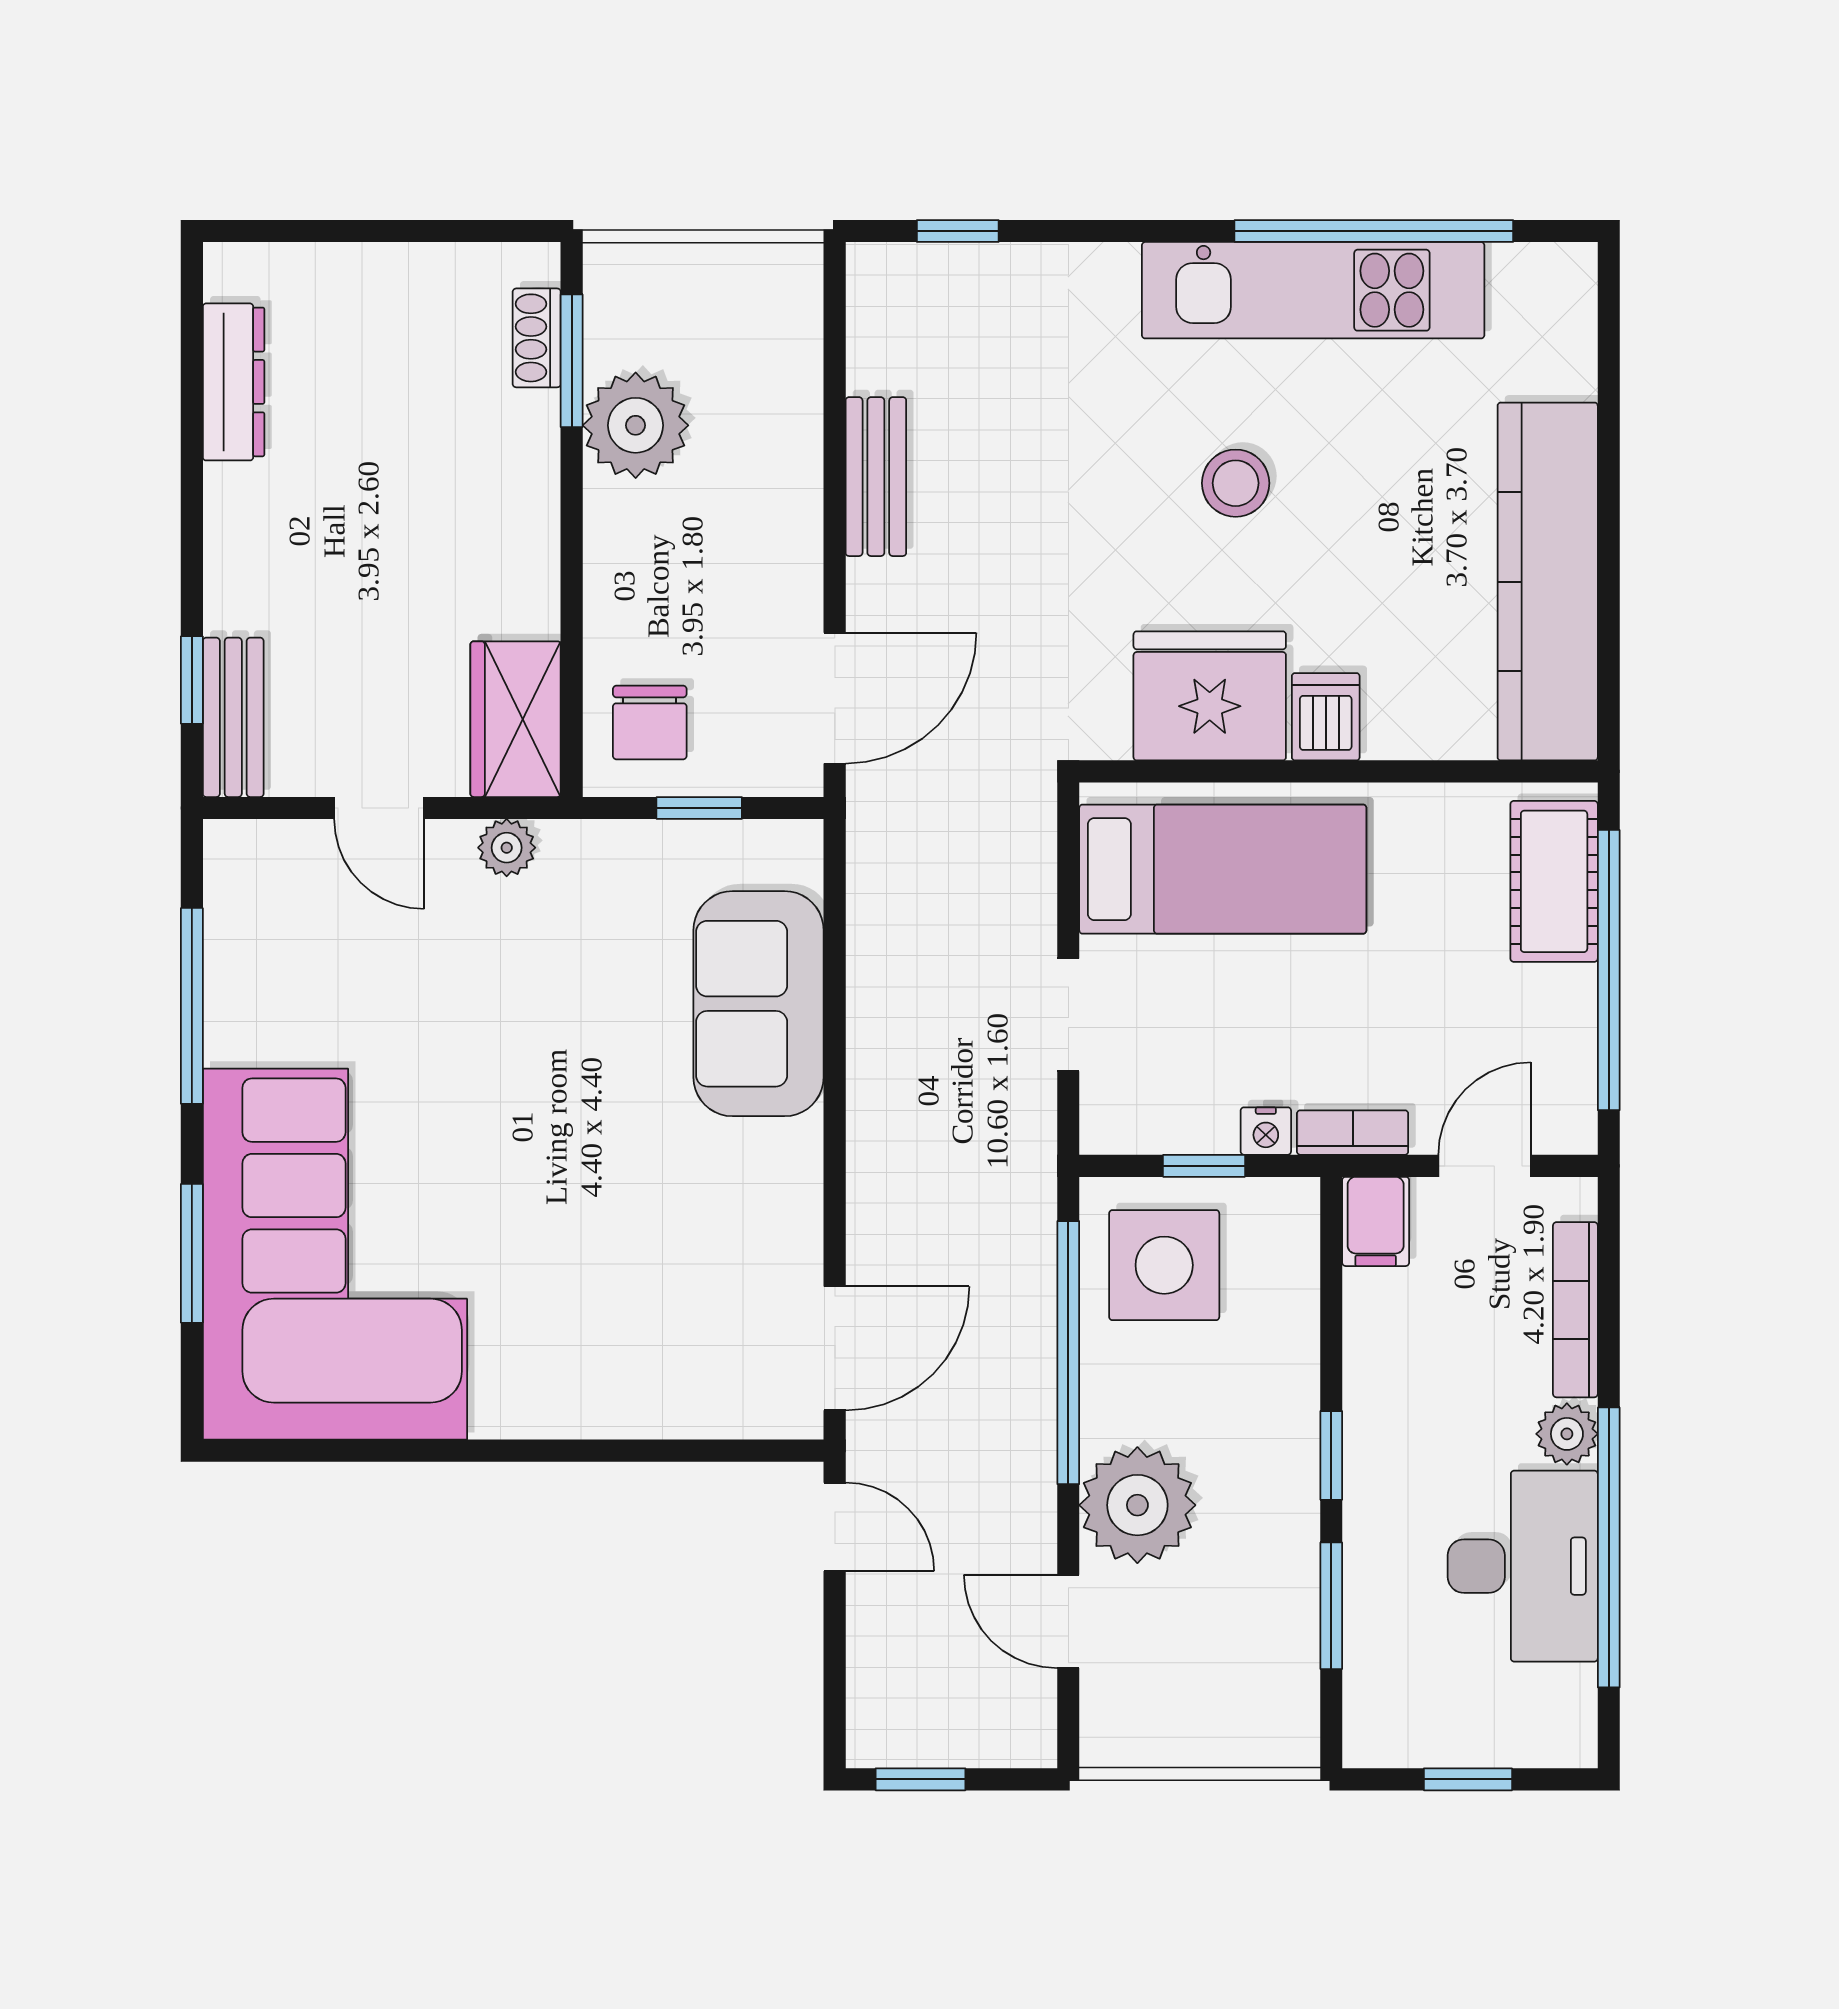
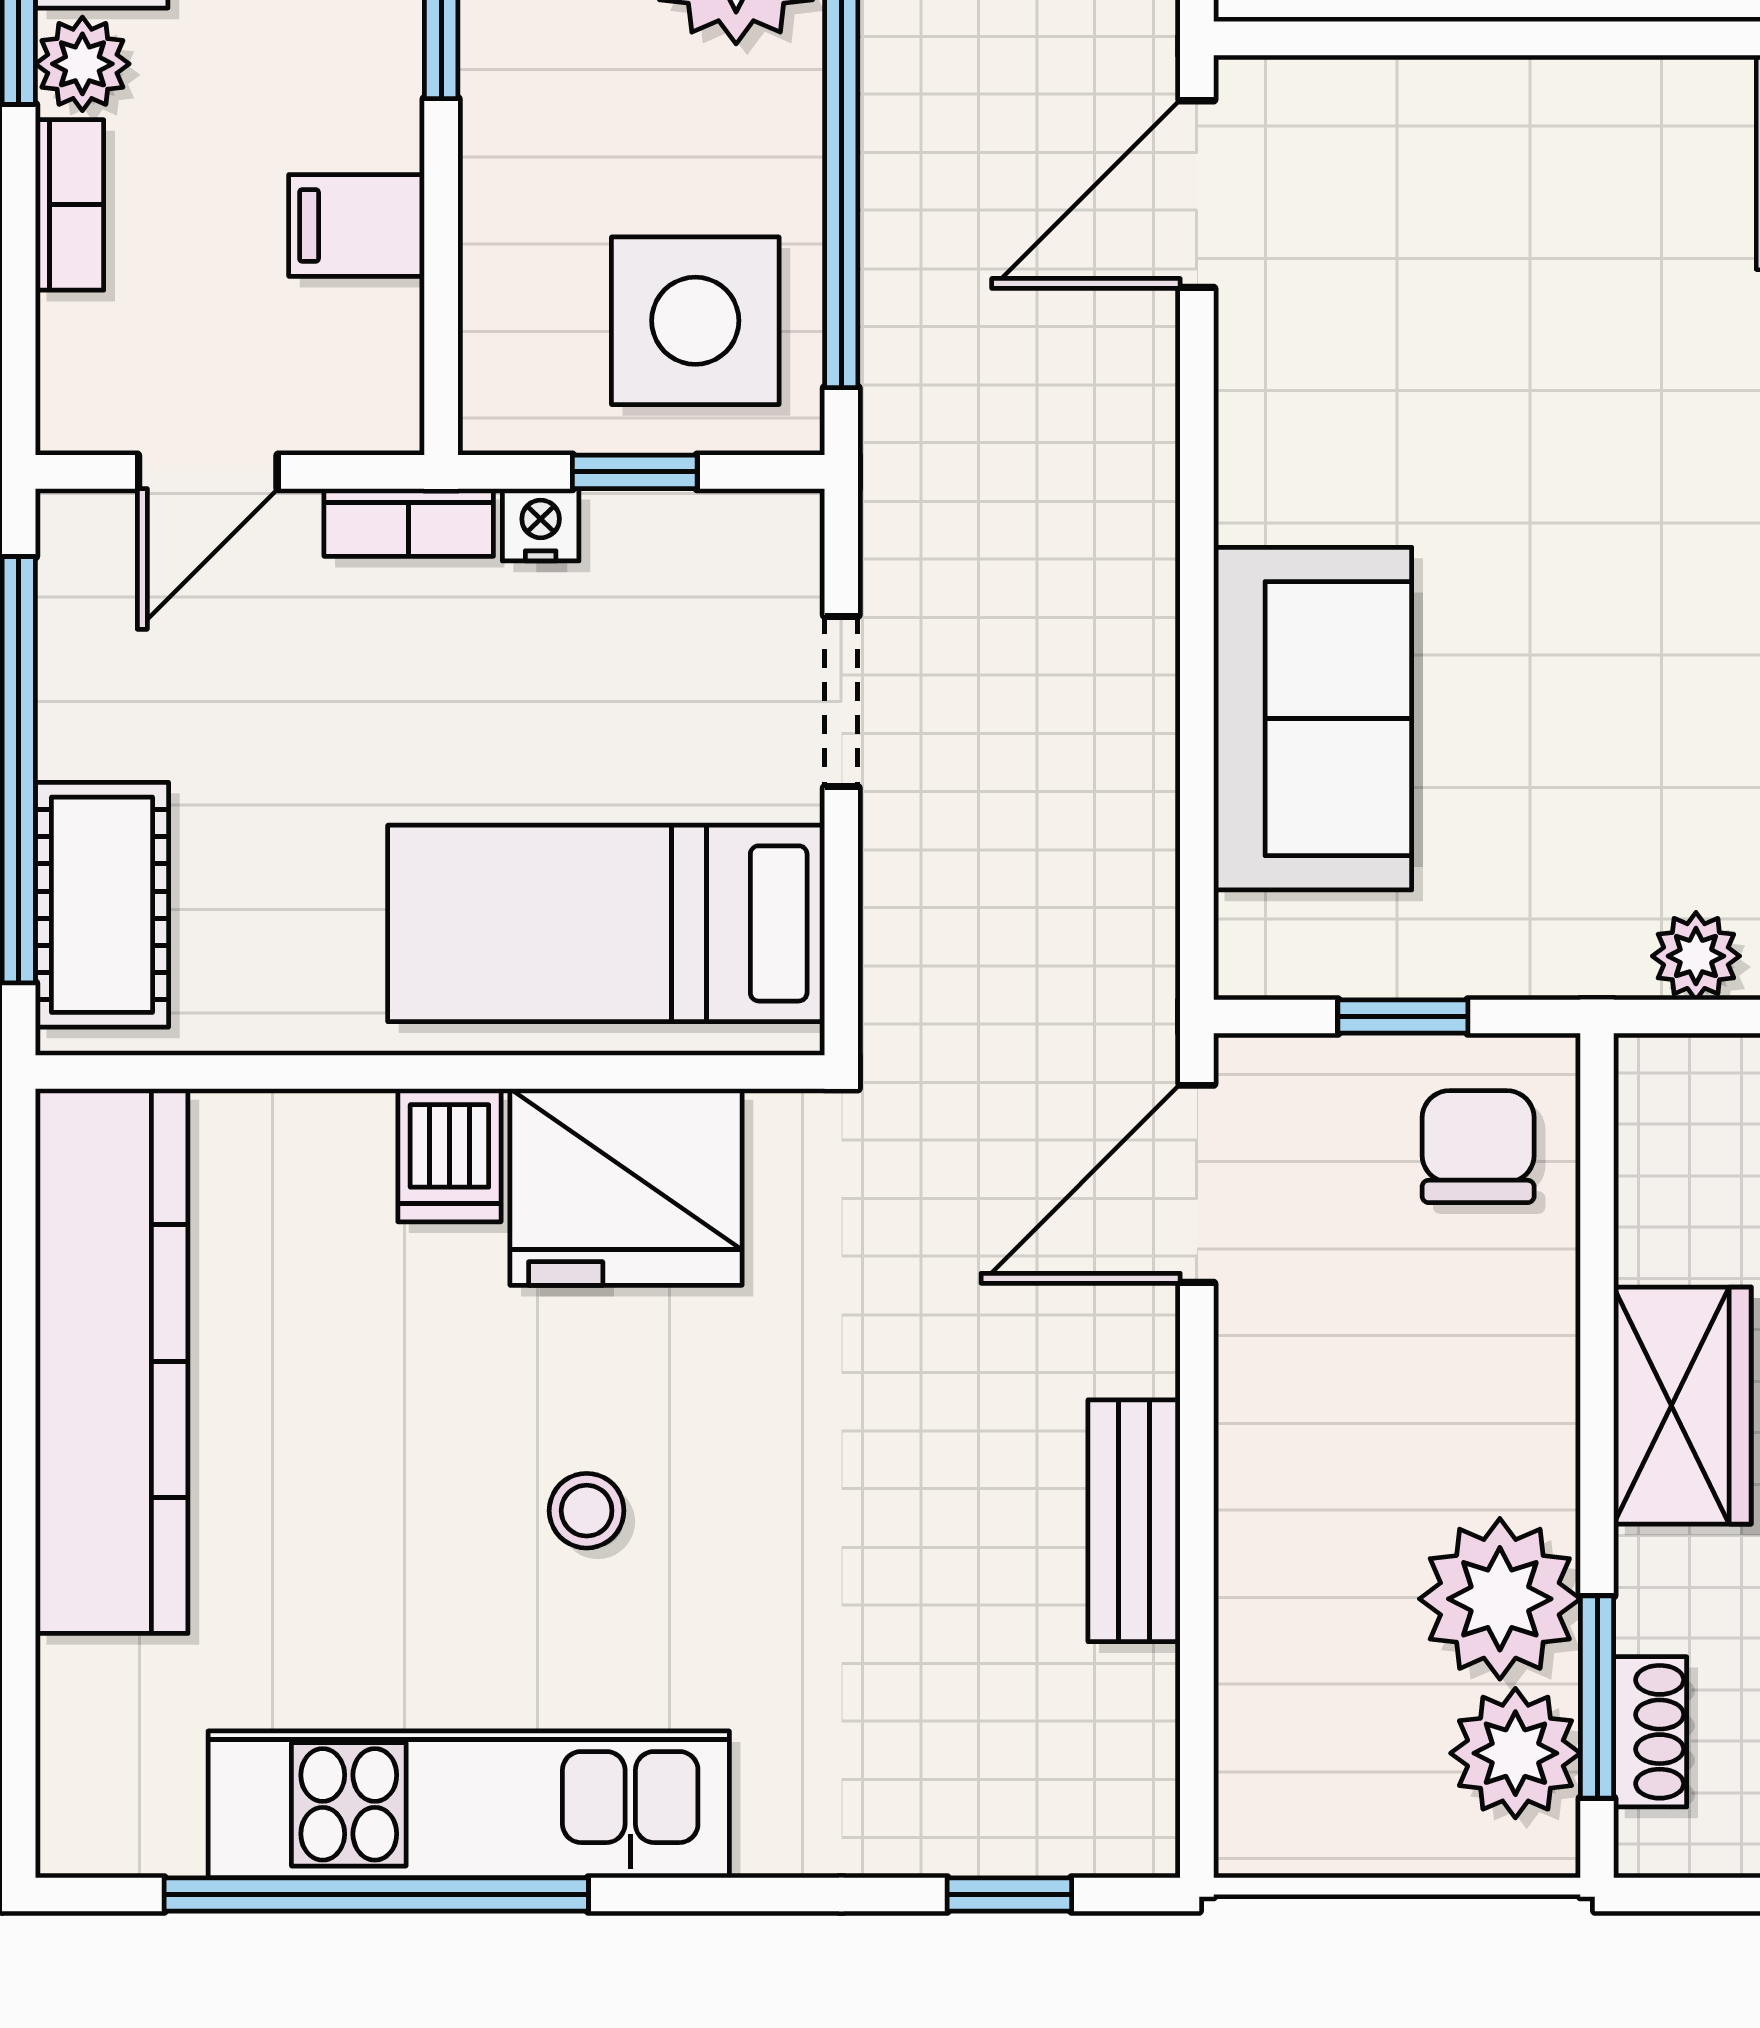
plant: (625, 324) -> (1515, 1753), added
stool: (1236, 483) -> (587, 1511), width x0.73, depth x0.73
wardrobe: (516, 719) -> (1682, 1406), moved
filing cabinet: (1376, 1221) -> (357, 225), moved, turned -90
bookcase: (1575, 1310) -> (70, 205), width x0.64

